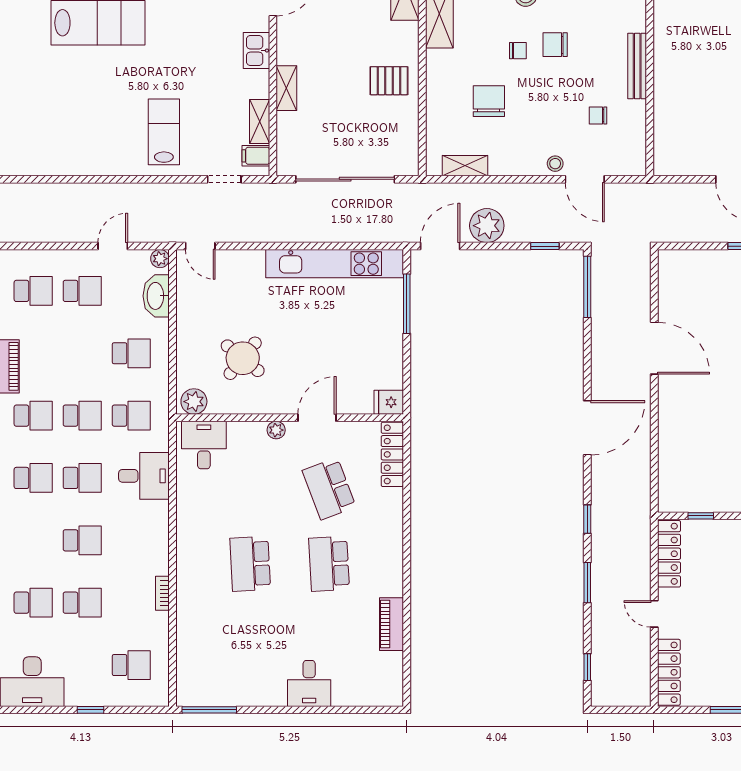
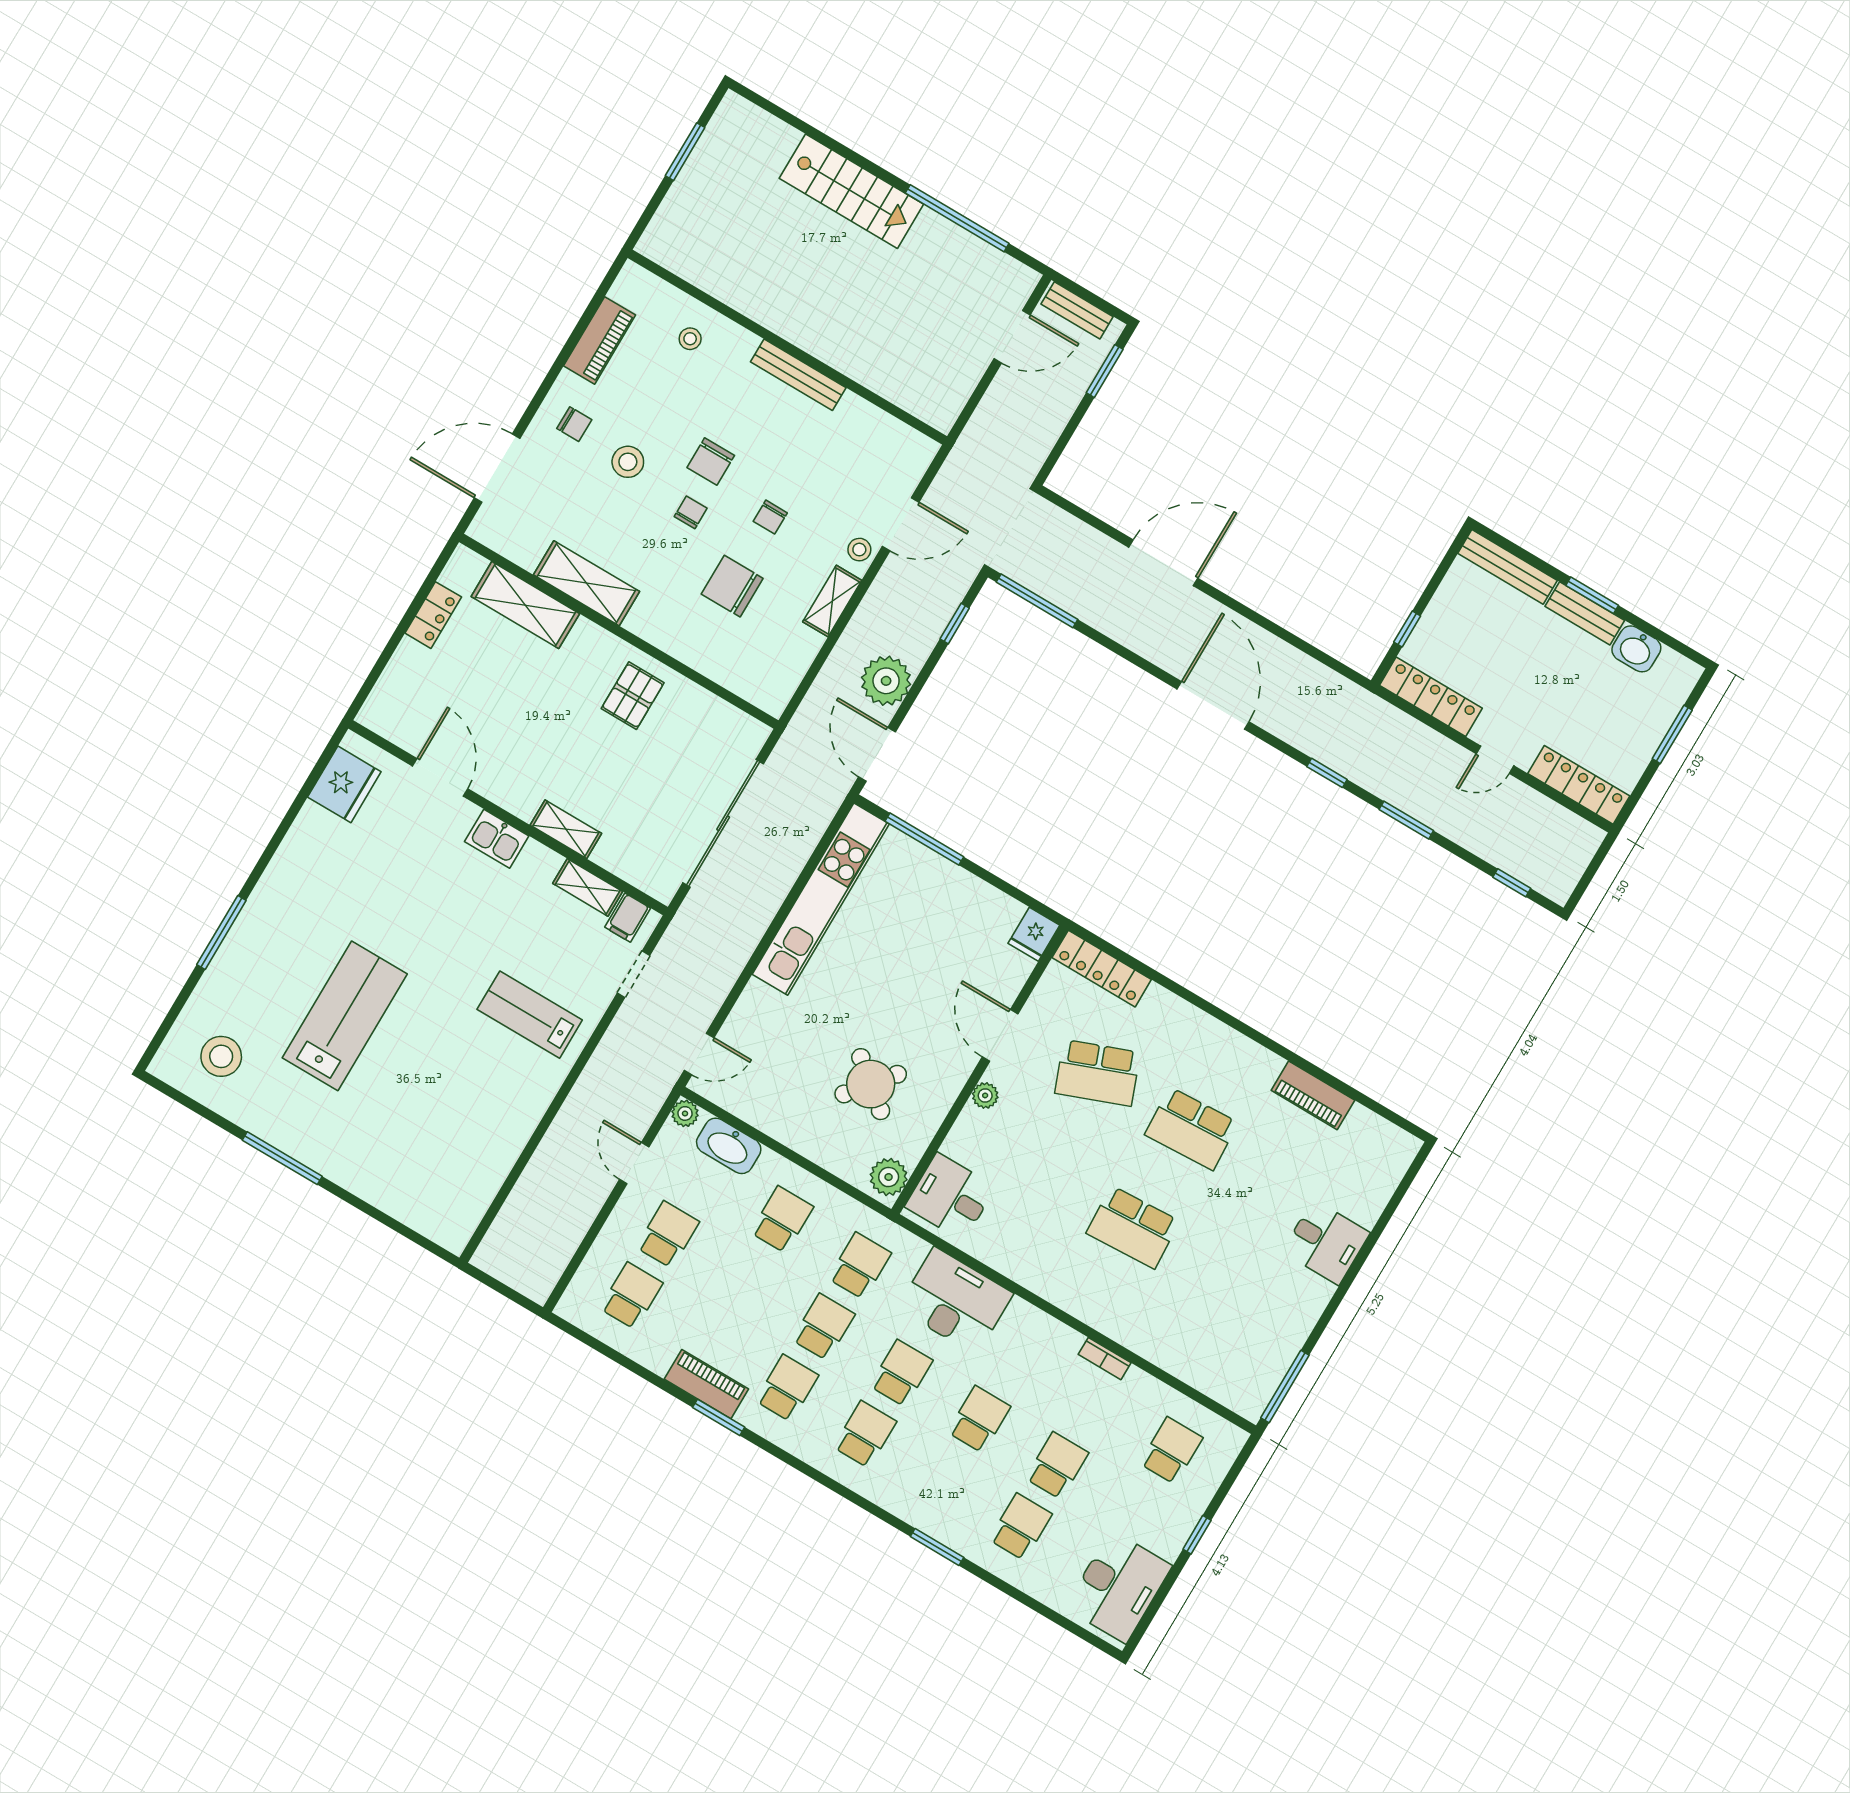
chair: (598, 115) -> (770, 517), moved
shelving: (465, 166) -> (832, 601), moved
desk: (144, 476) -> (955, 1301), width x1.37

